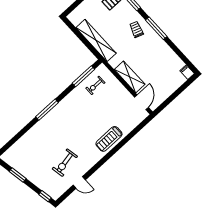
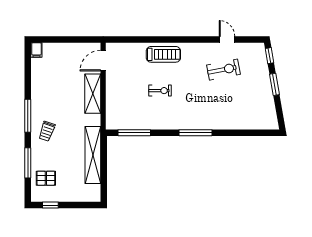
exercise bike: (95, 85) -> (160, 91), moved
window: (18, 175) -> (275, 84), moved

